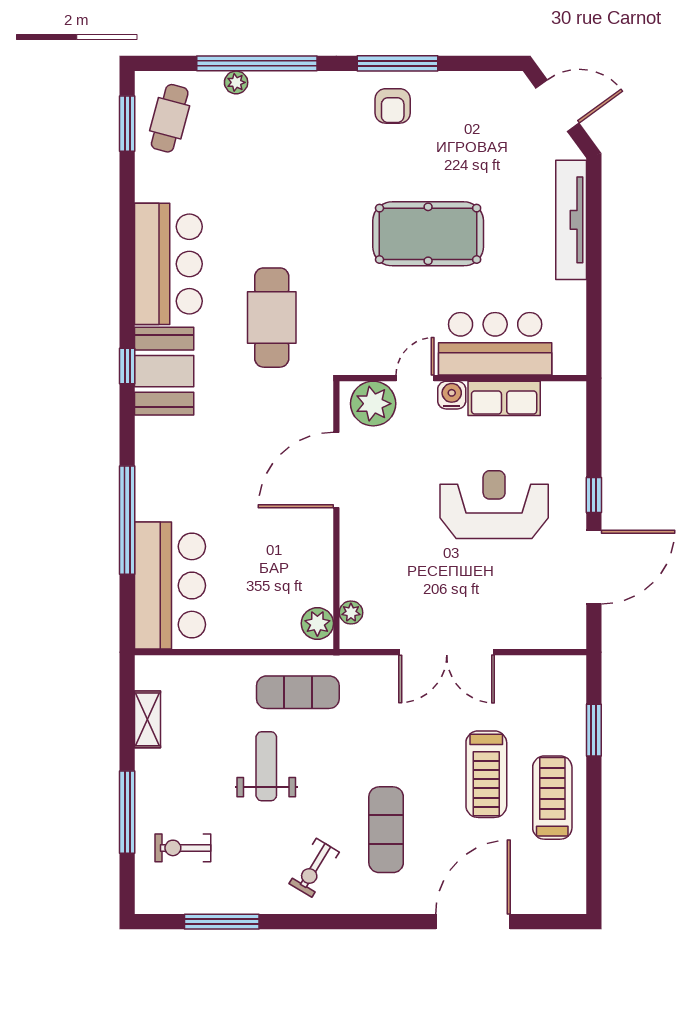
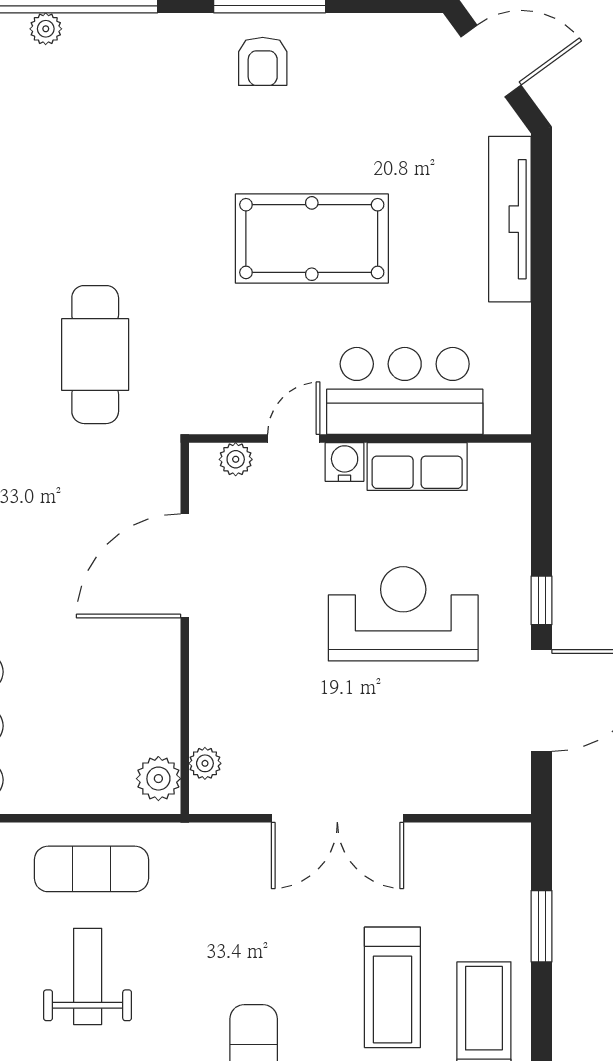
plant: (373, 404) -> (236, 459), width x0.53, depth x0.53
exercise mat: (298, 692) -> (91, 869), moved

